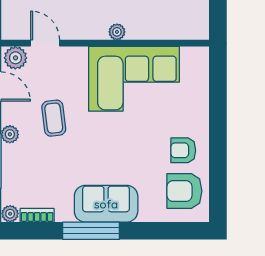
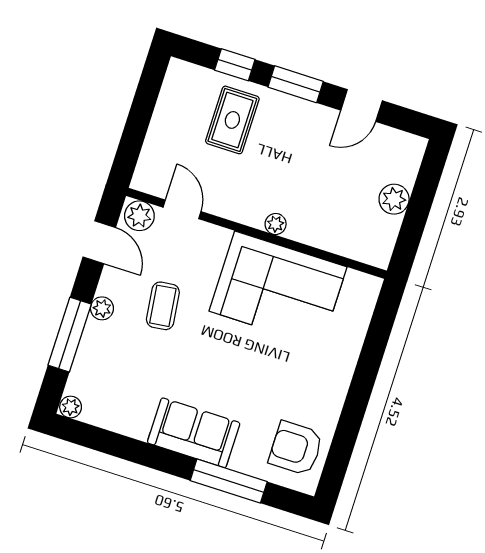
armchair: (183, 150) -> (311, 397), removed
bookcase: (37, 215) -> (104, 420), removed
window: (91, 231) -> (229, 481), moved

